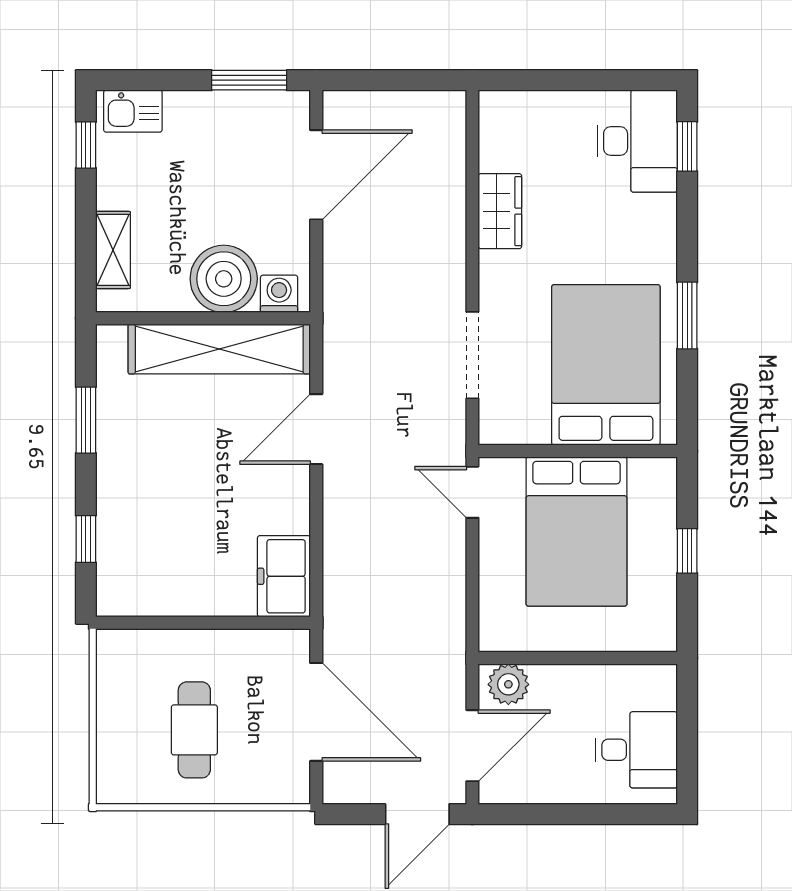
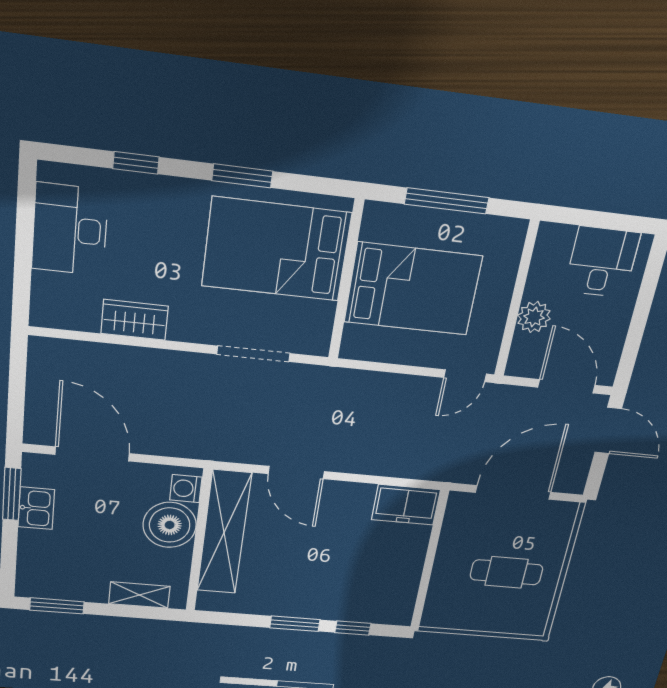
kitchen sink: (133, 111) -> (36, 508), moved
desk: (637, 141) -> (70, 230), moved, turned -90
window: (86, 145) -> (57, 606), width x1.50
window: (687, 146) -> (136, 163), moved
window: (86, 420) -> (295, 624), moved
door: (472, 492) -> (465, 376), moved
window: (687, 551) -> (447, 201), width x2.17
plant: (508, 684) -> (534, 317), moved

